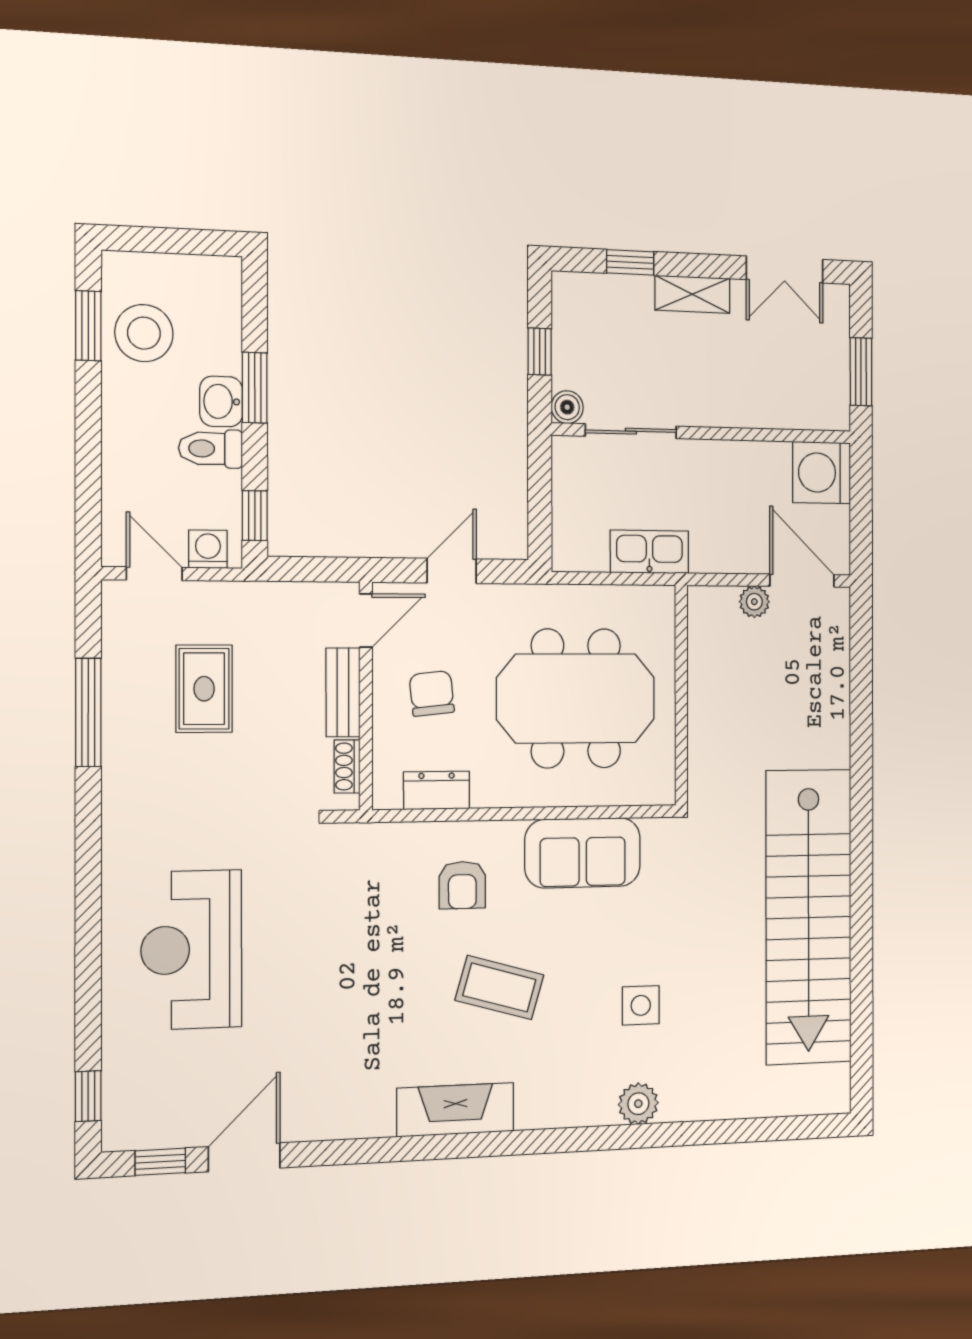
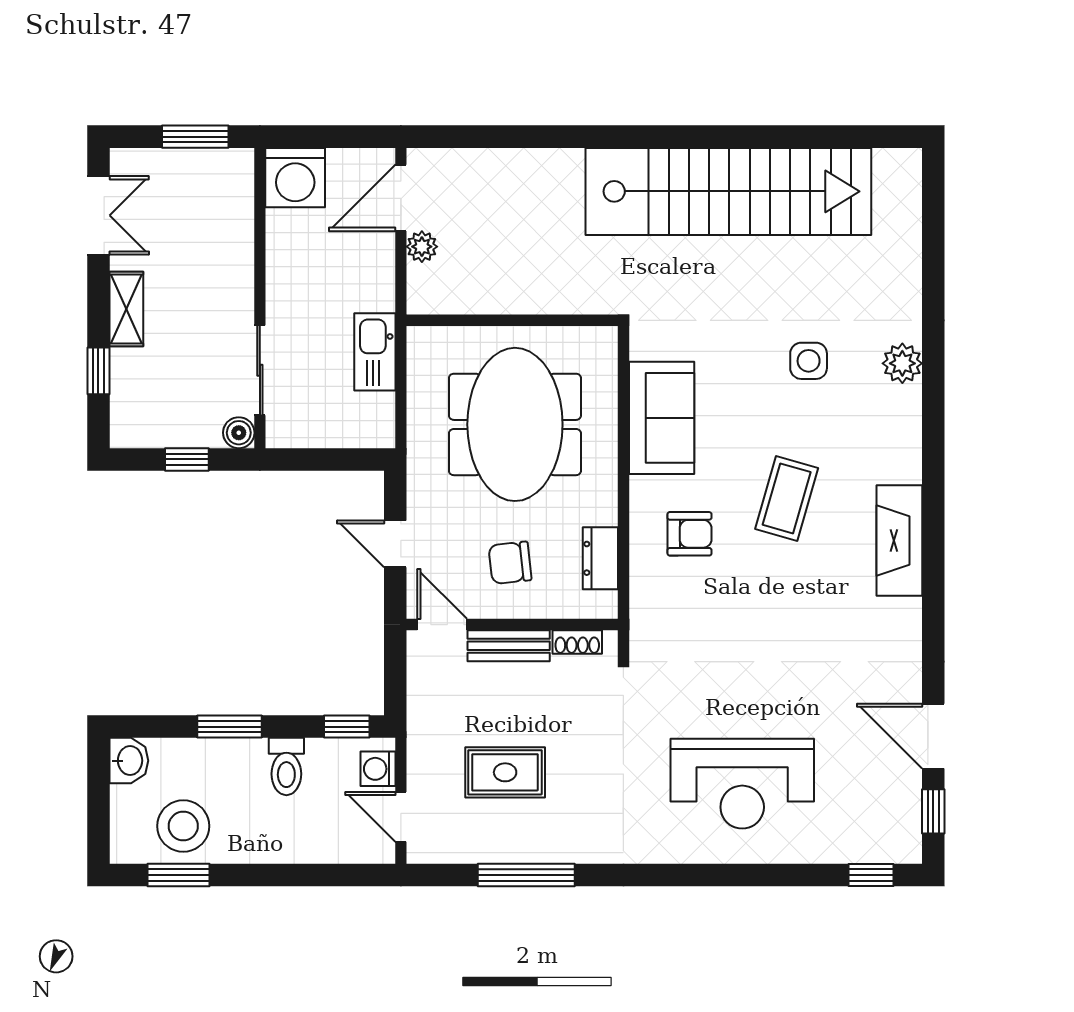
washbasin: (221, 401) -> (129, 761), moved, turned -90
door: (154, 574) -> (401, 817), hinge flipped

